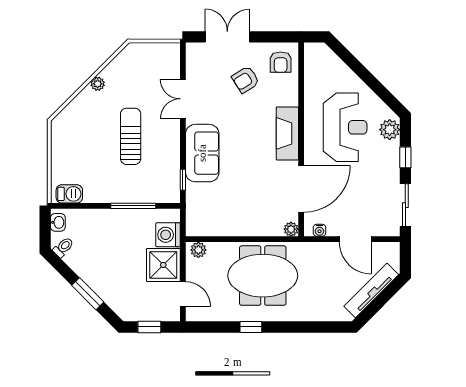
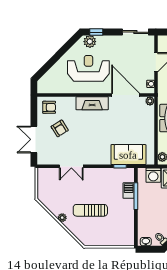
sun lounger: (131, 136) -> (90, 210), moved
sofa: (202, 153) -> (128, 155), moved
window: (405, 157) -> (96, 32), moved
barbecue: (69, 194) -> (129, 191), moved

